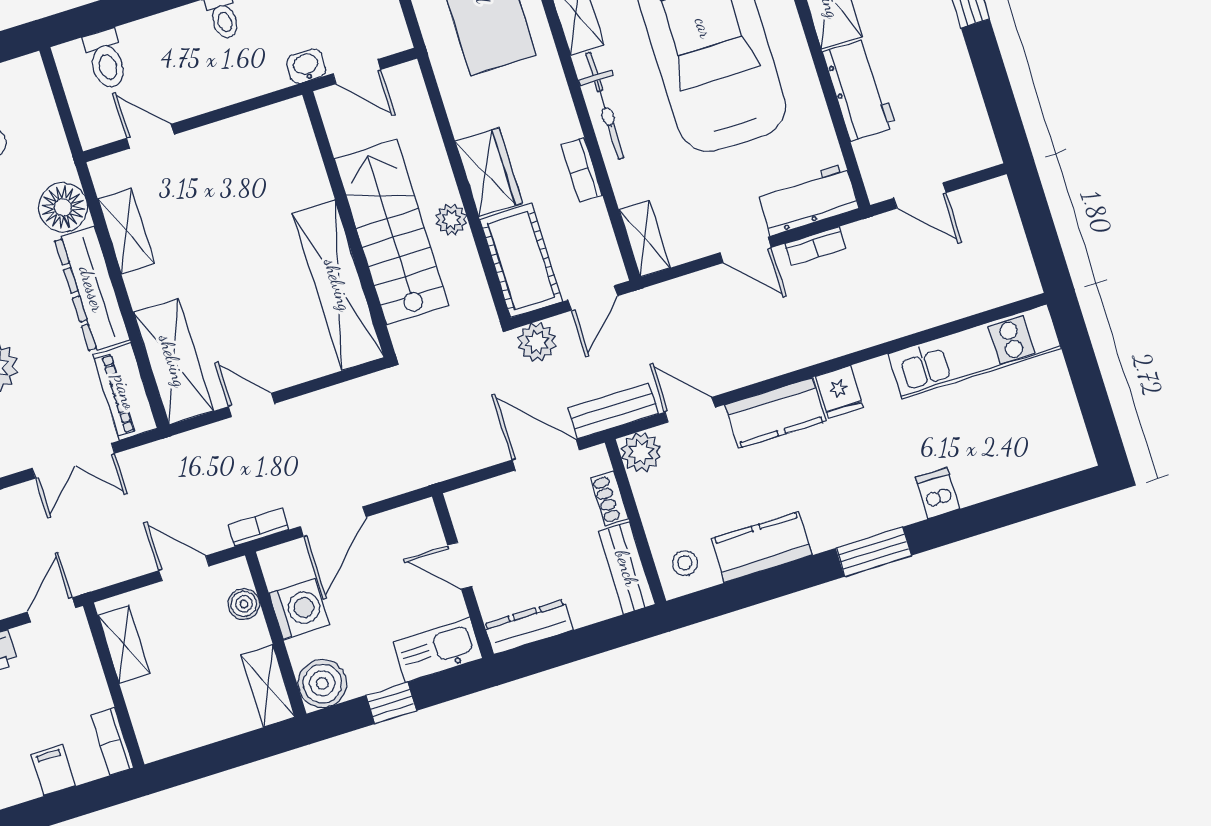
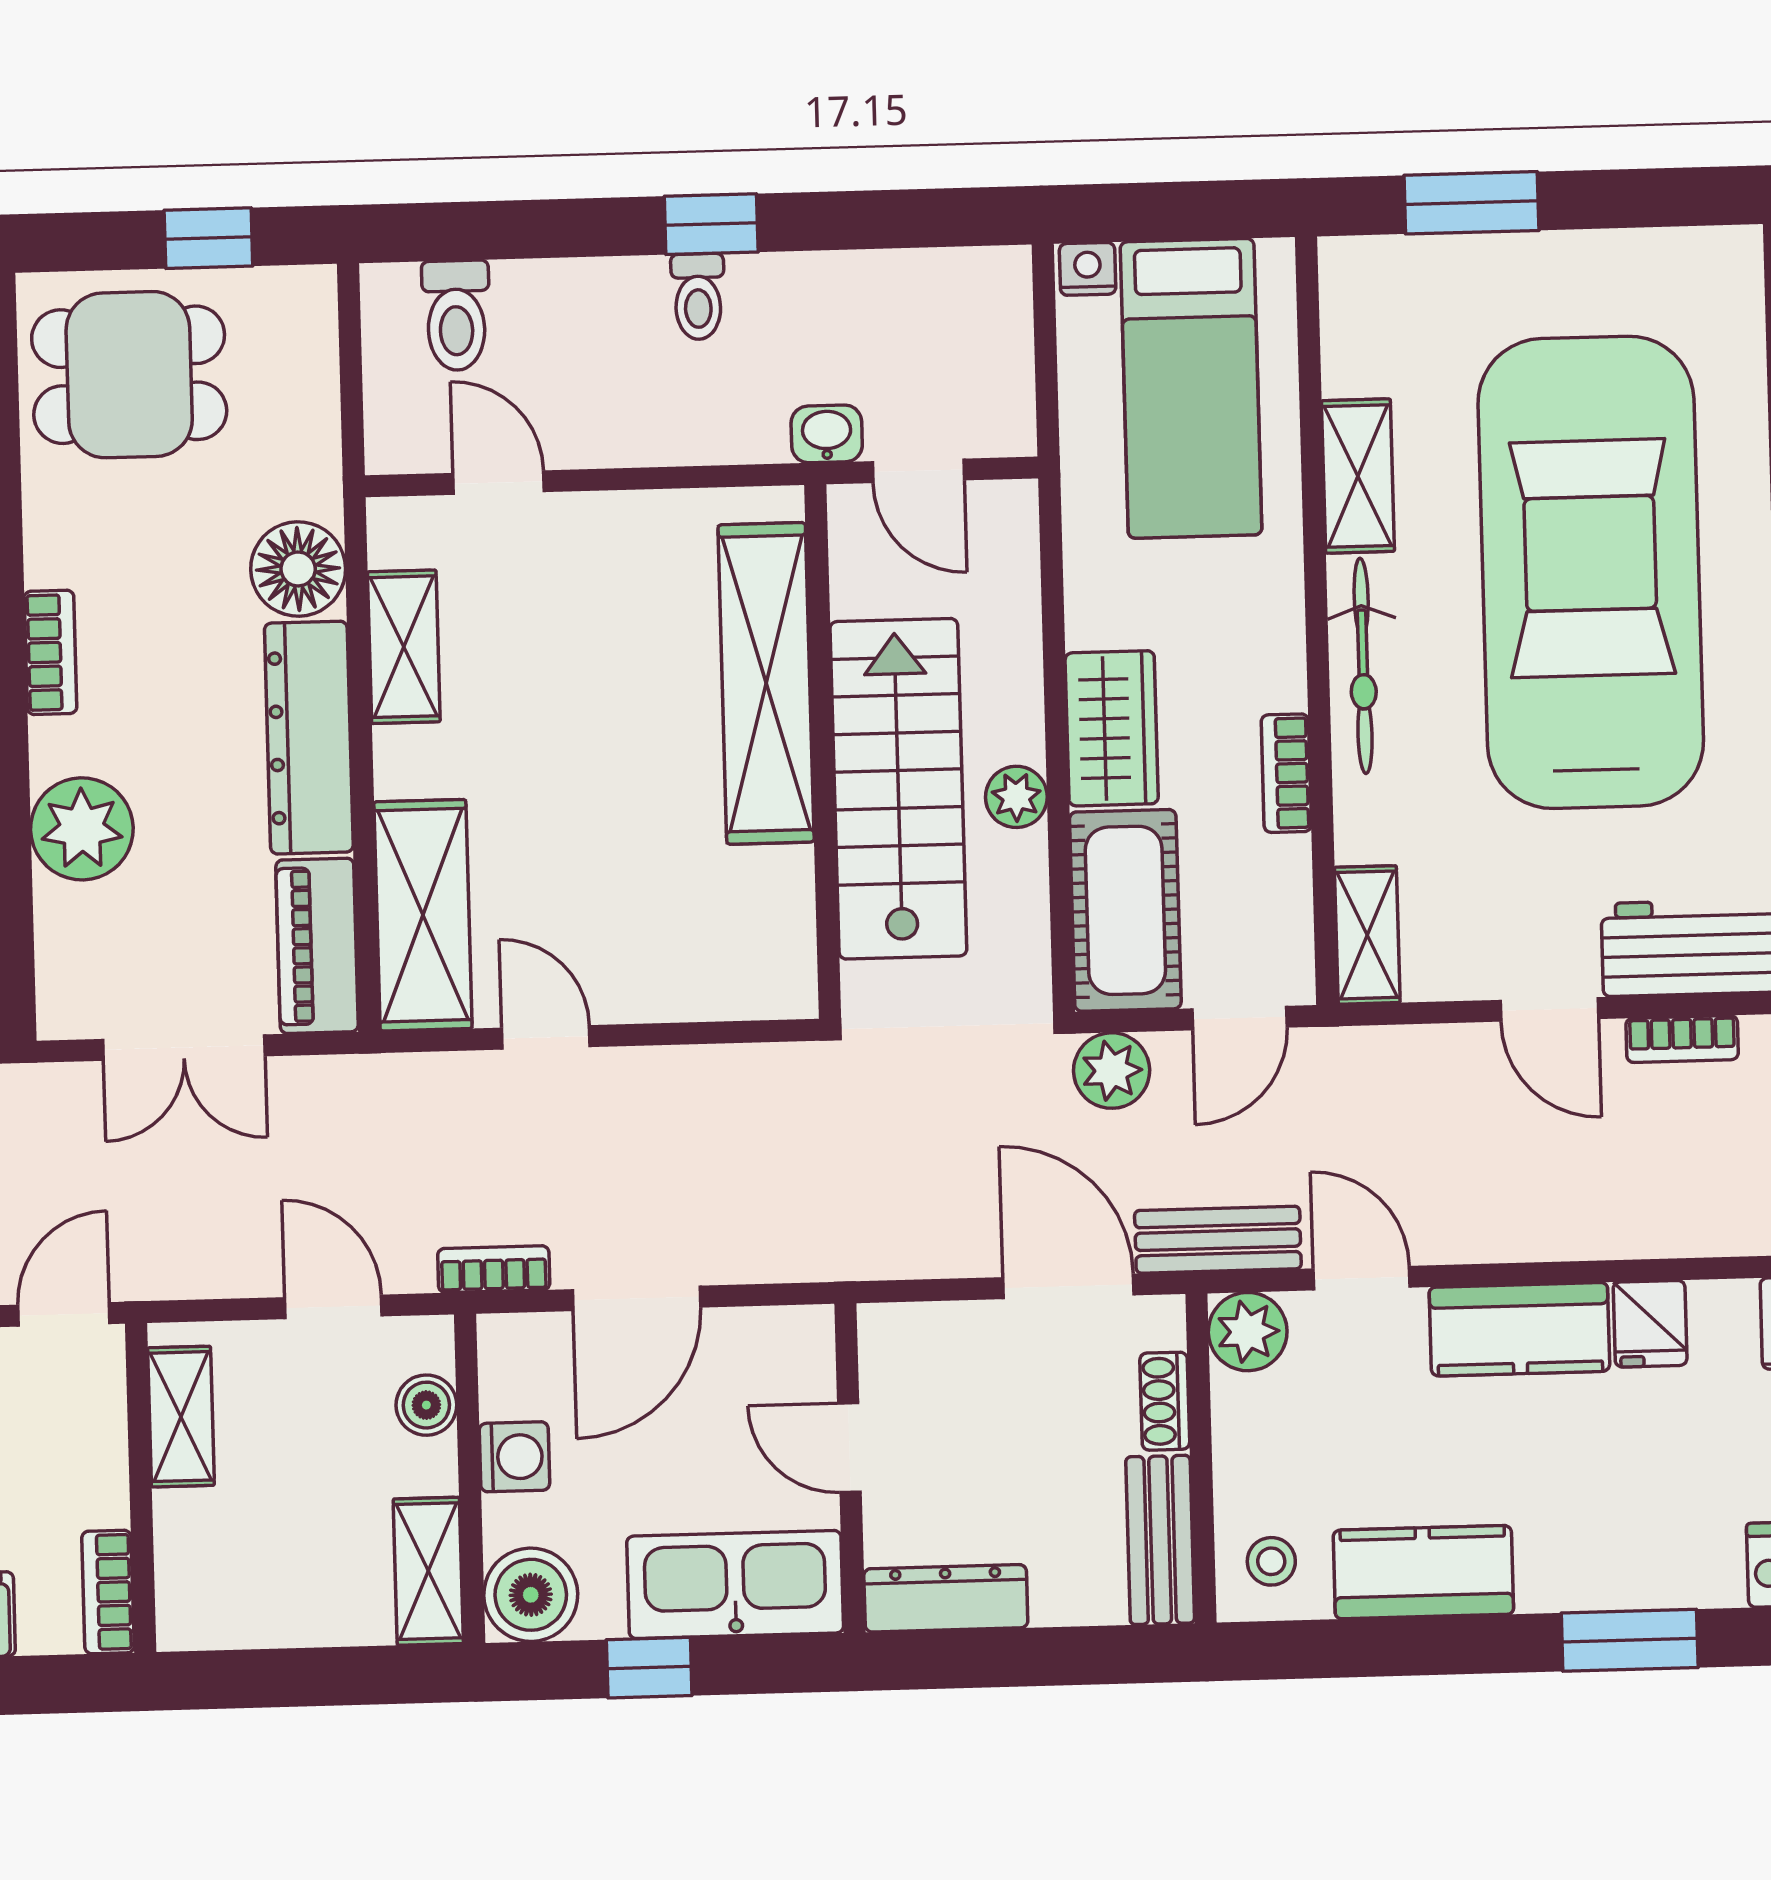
shelving: (338, 285) -> (766, 683), moved
washing machine: (299, 609) -> (514, 1457), width x0.73, depth x0.73
kitchen sink: (438, 650) -> (735, 1585), width x1.36, depth x1.24

